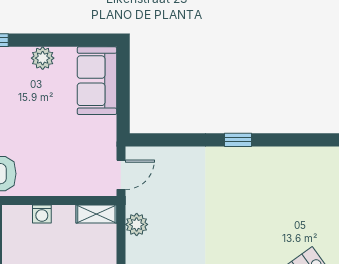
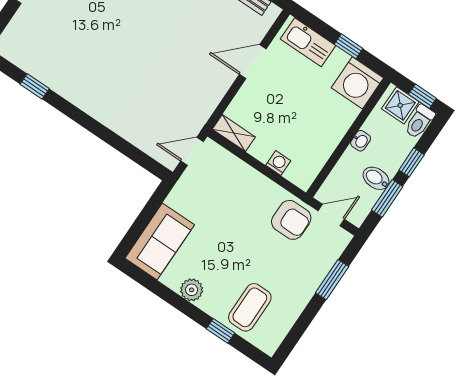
window: (238, 140) -> (35, 86), moved
plant: (137, 224) -> (207, 102), removed

